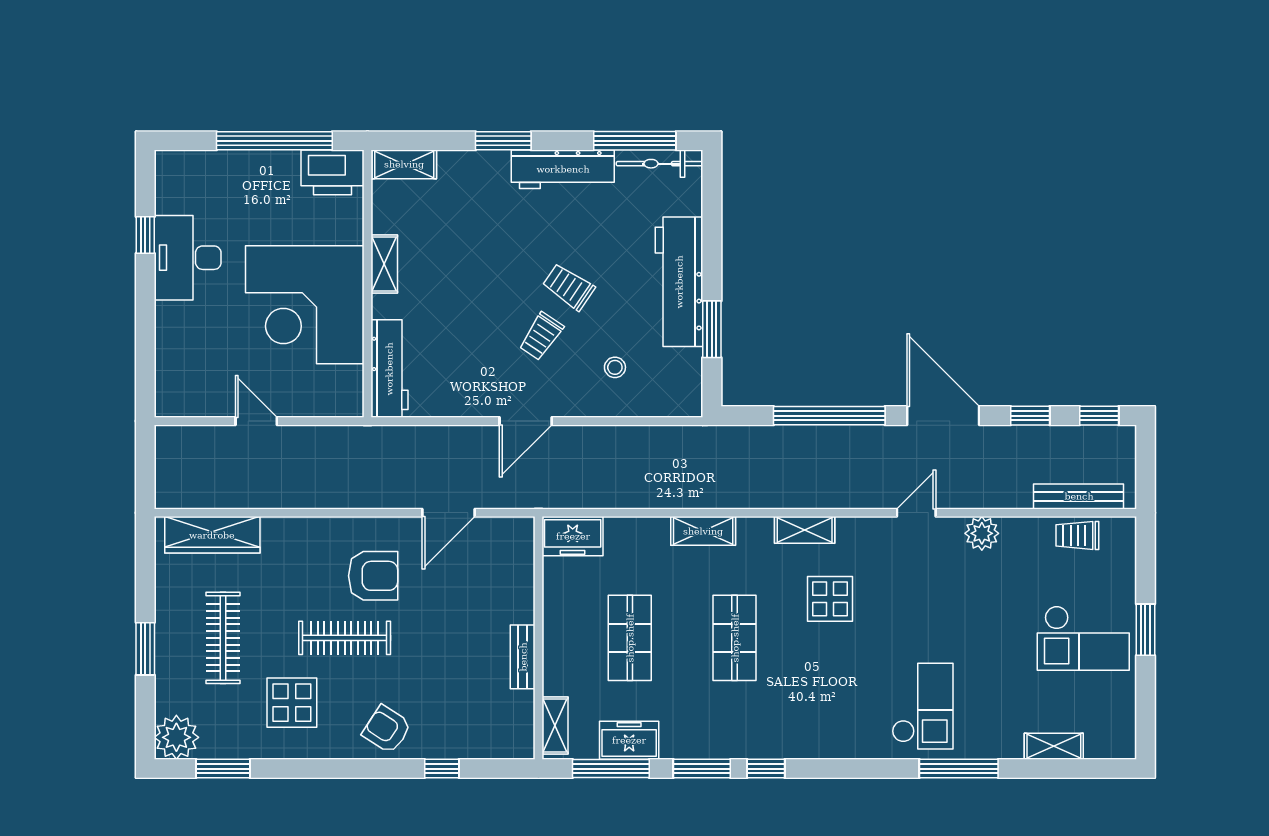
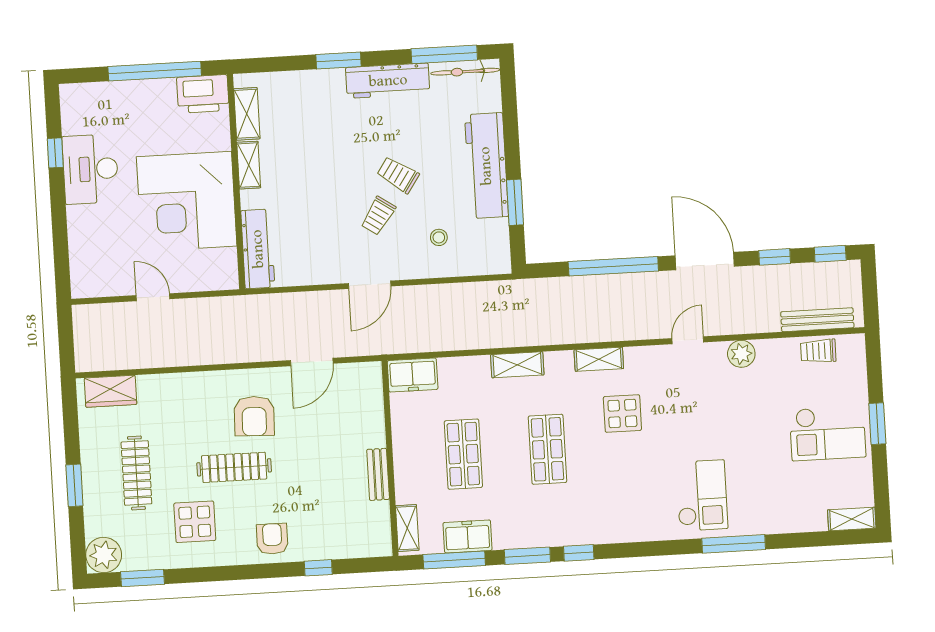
shelving: (404, 164) -> (247, 114), moved, turned 90
wardrobe: (212, 535) -> (110, 391), width x0.67
armchair: (373, 576) -> (254, 416), turned 92
armchair: (387, 729) -> (272, 539), turned 57
shelving: (1054, 746) -> (852, 519), moved

